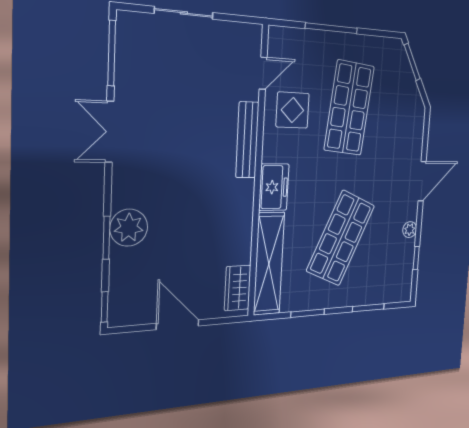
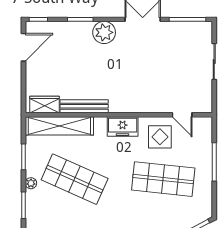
bench: (247, 140) -> (84, 106), moved
freezer: (274, 187) -> (123, 126), moved
plant: (129, 228) -> (104, 32), moved
plant: (342, 300) -> (31, 183), added
door: (178, 325) -> (23, 47), moved

